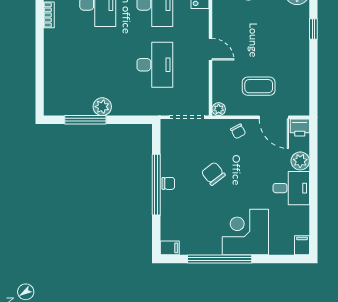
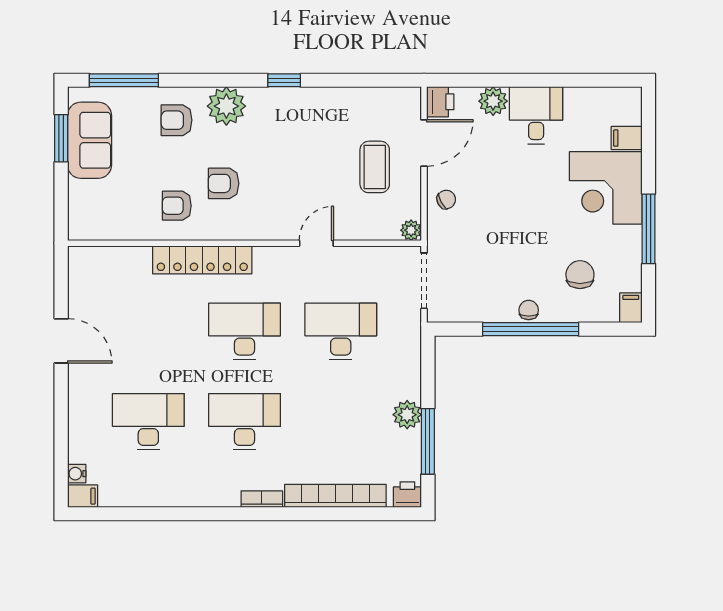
bookcase: (51, 61) -> (335, 496), added
printer: (52, 107) -> (407, 495), added
chair: (213, 174) -> (580, 275), moved, turned 128
filing cabinet: (302, 245) -> (627, 138), moved
window: (220, 259) -> (648, 229), width x0.68

